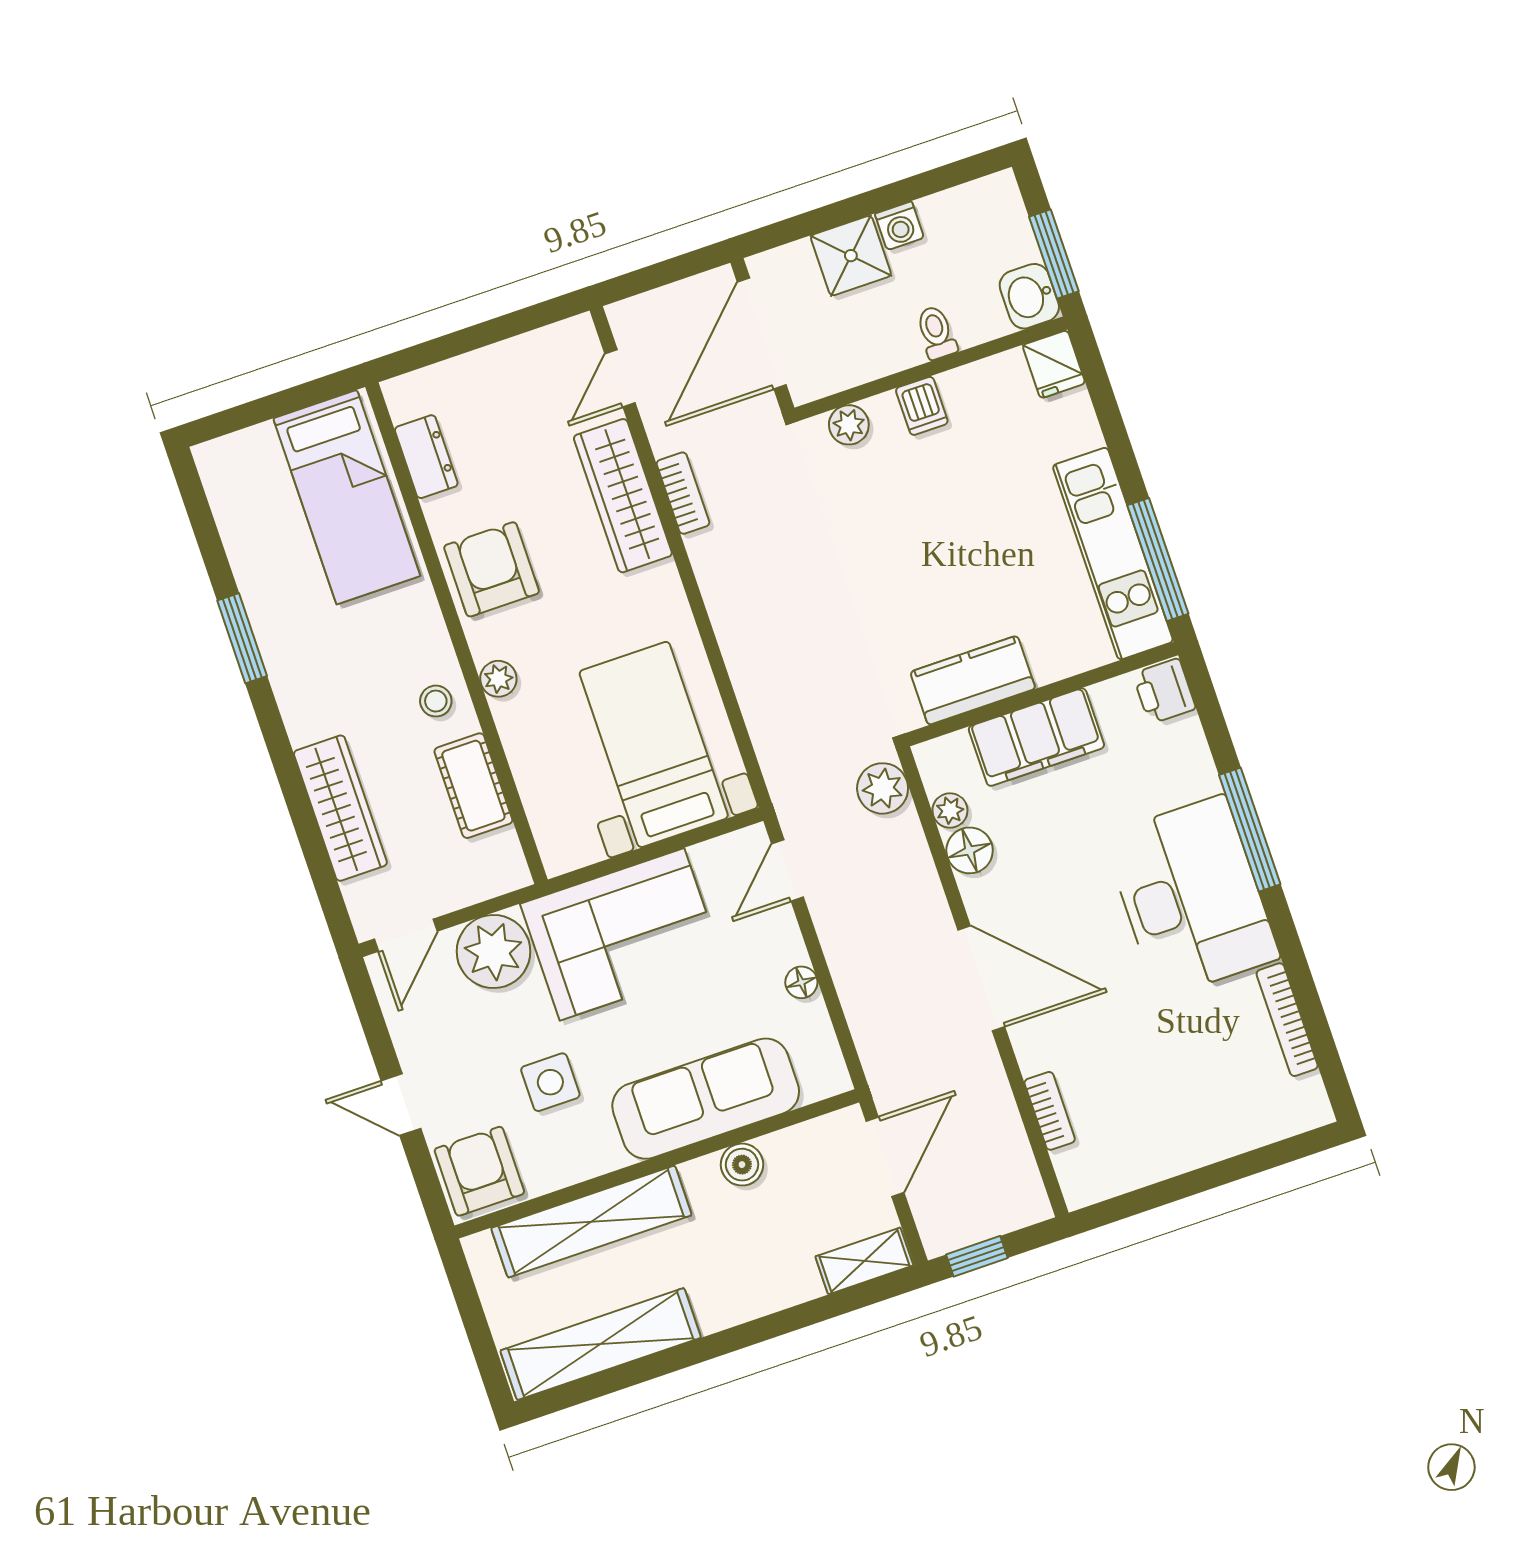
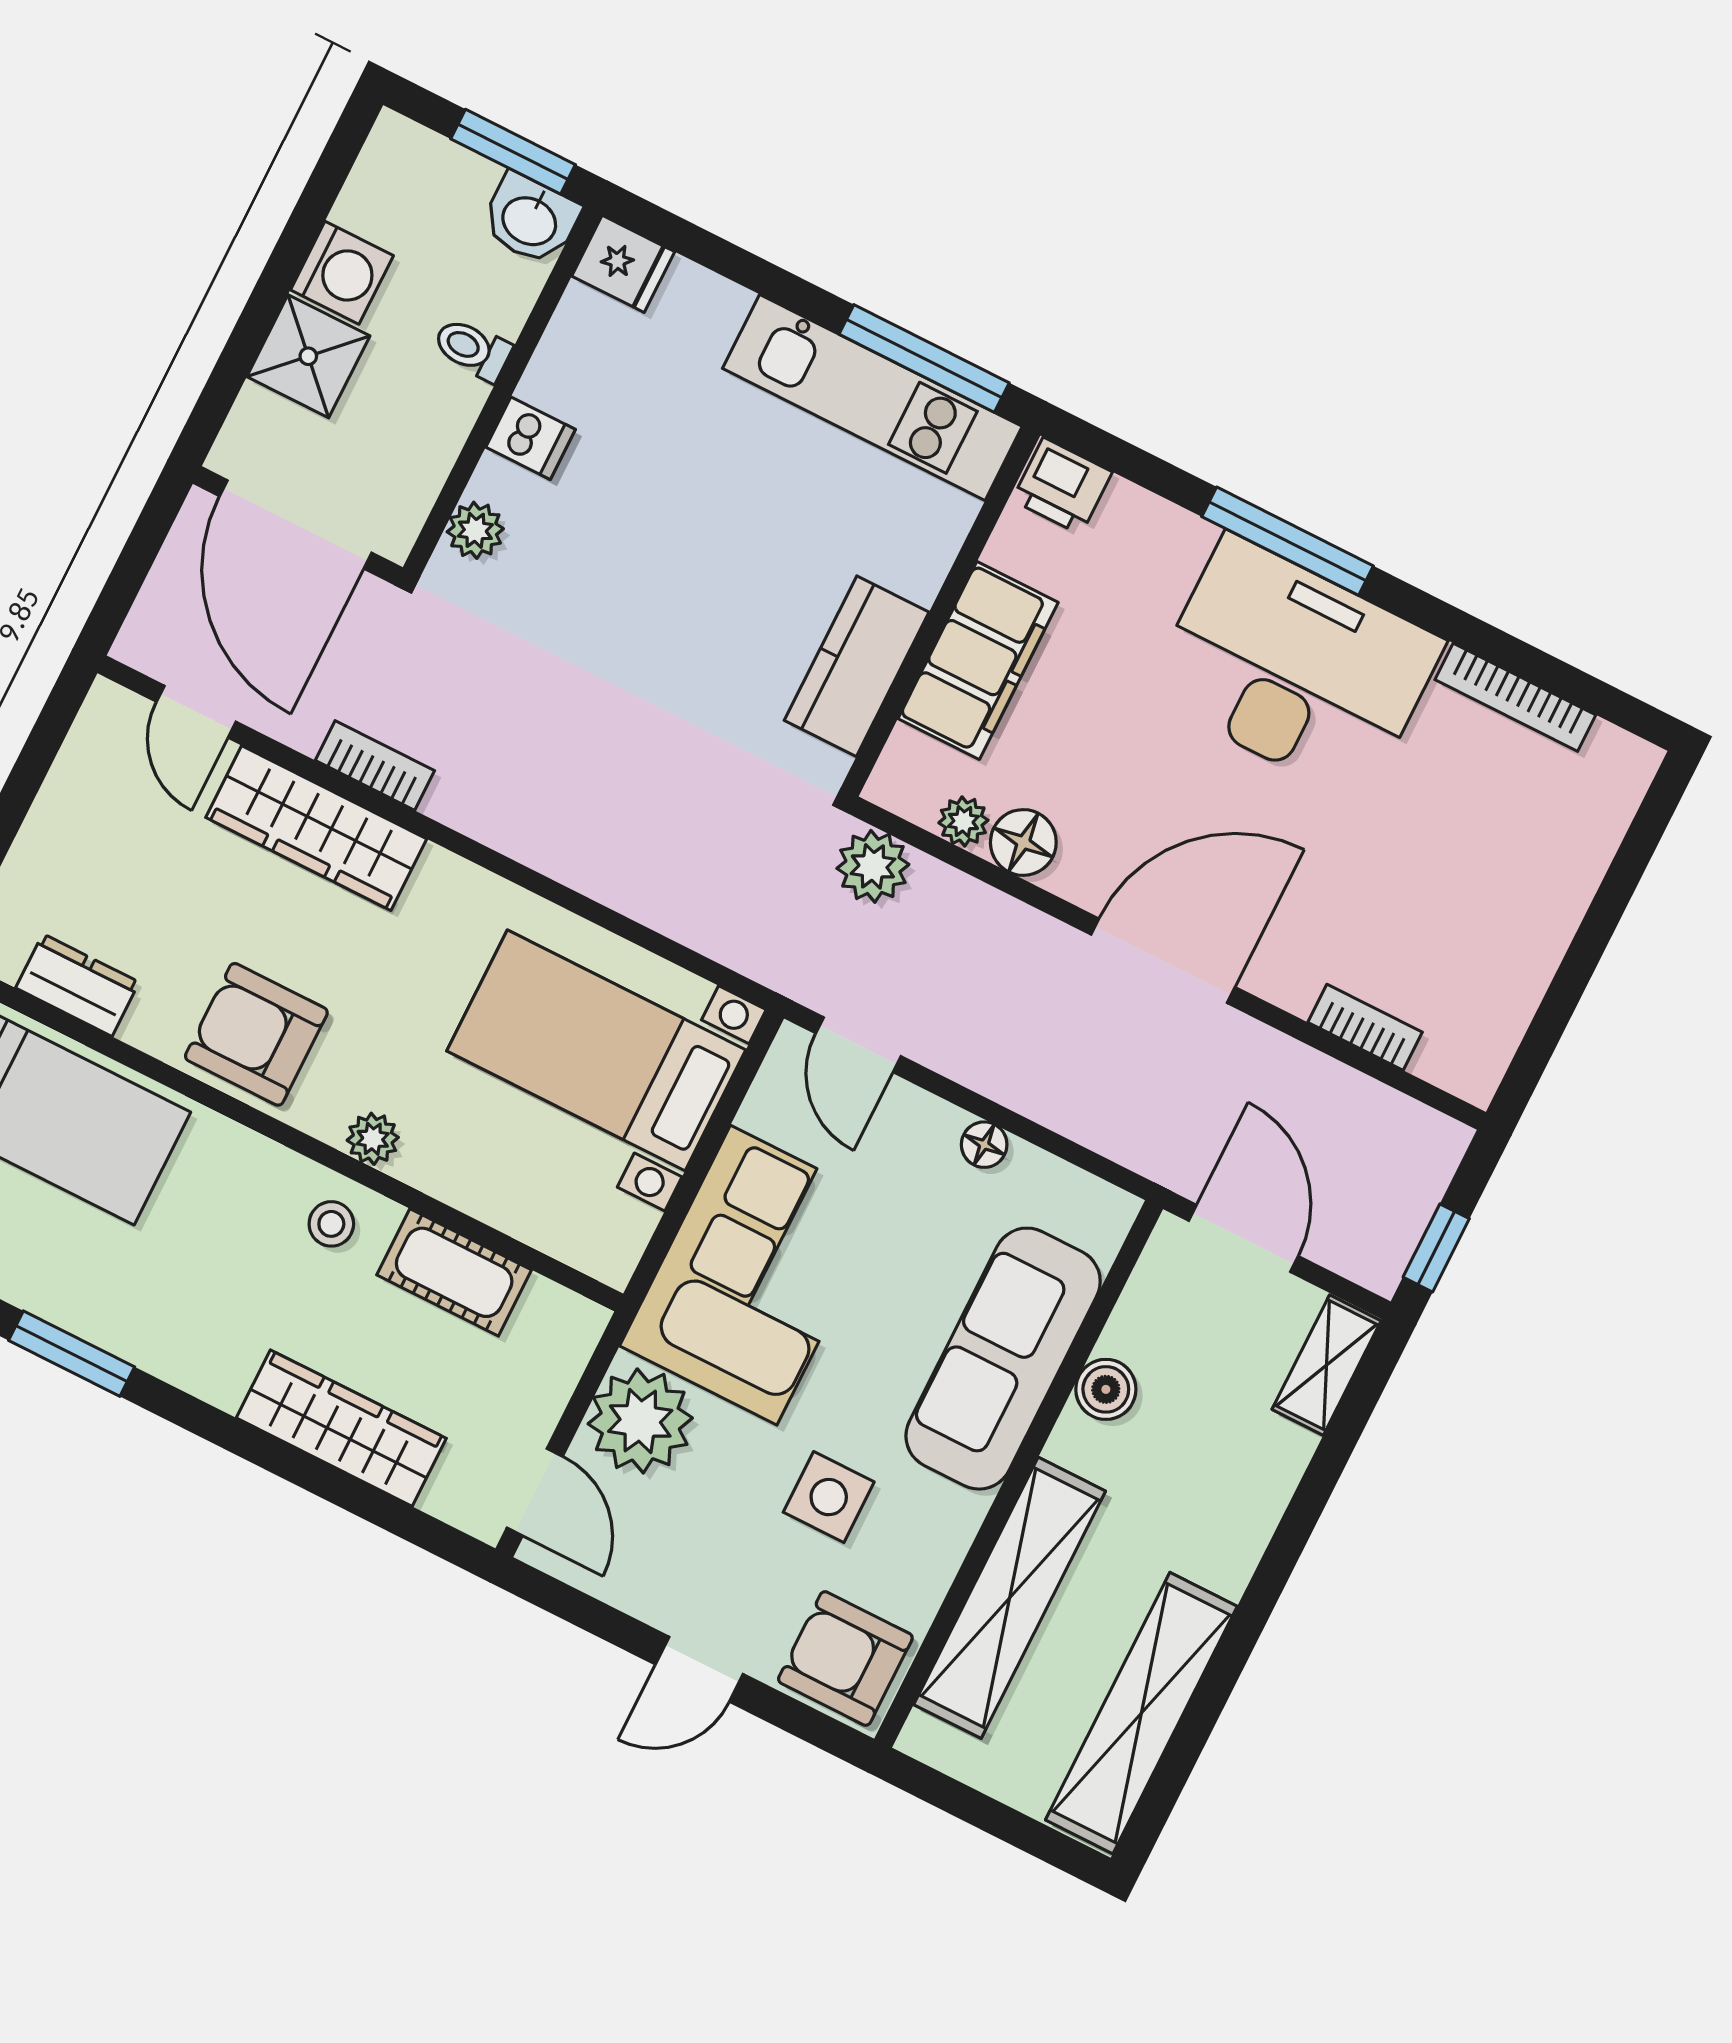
washing machine: (899, 226) -> (342, 273), width x1.38, depth x1.38

